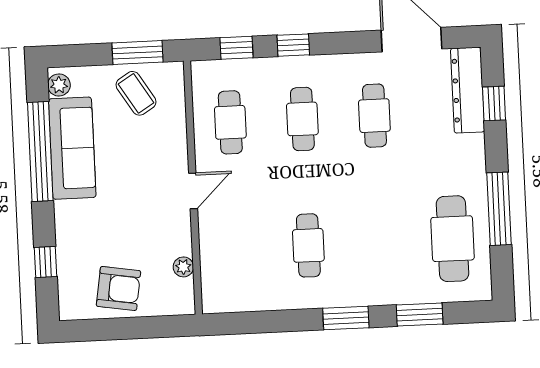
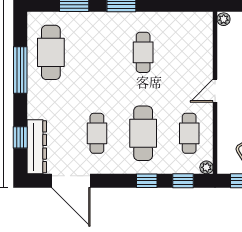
plant: (201, 70) -> (206, 167), added
cafe table: (302, 119) -> (143, 133), width x1.37, depth x1.35
plant: (183, 267) -> (224, 19), moved

